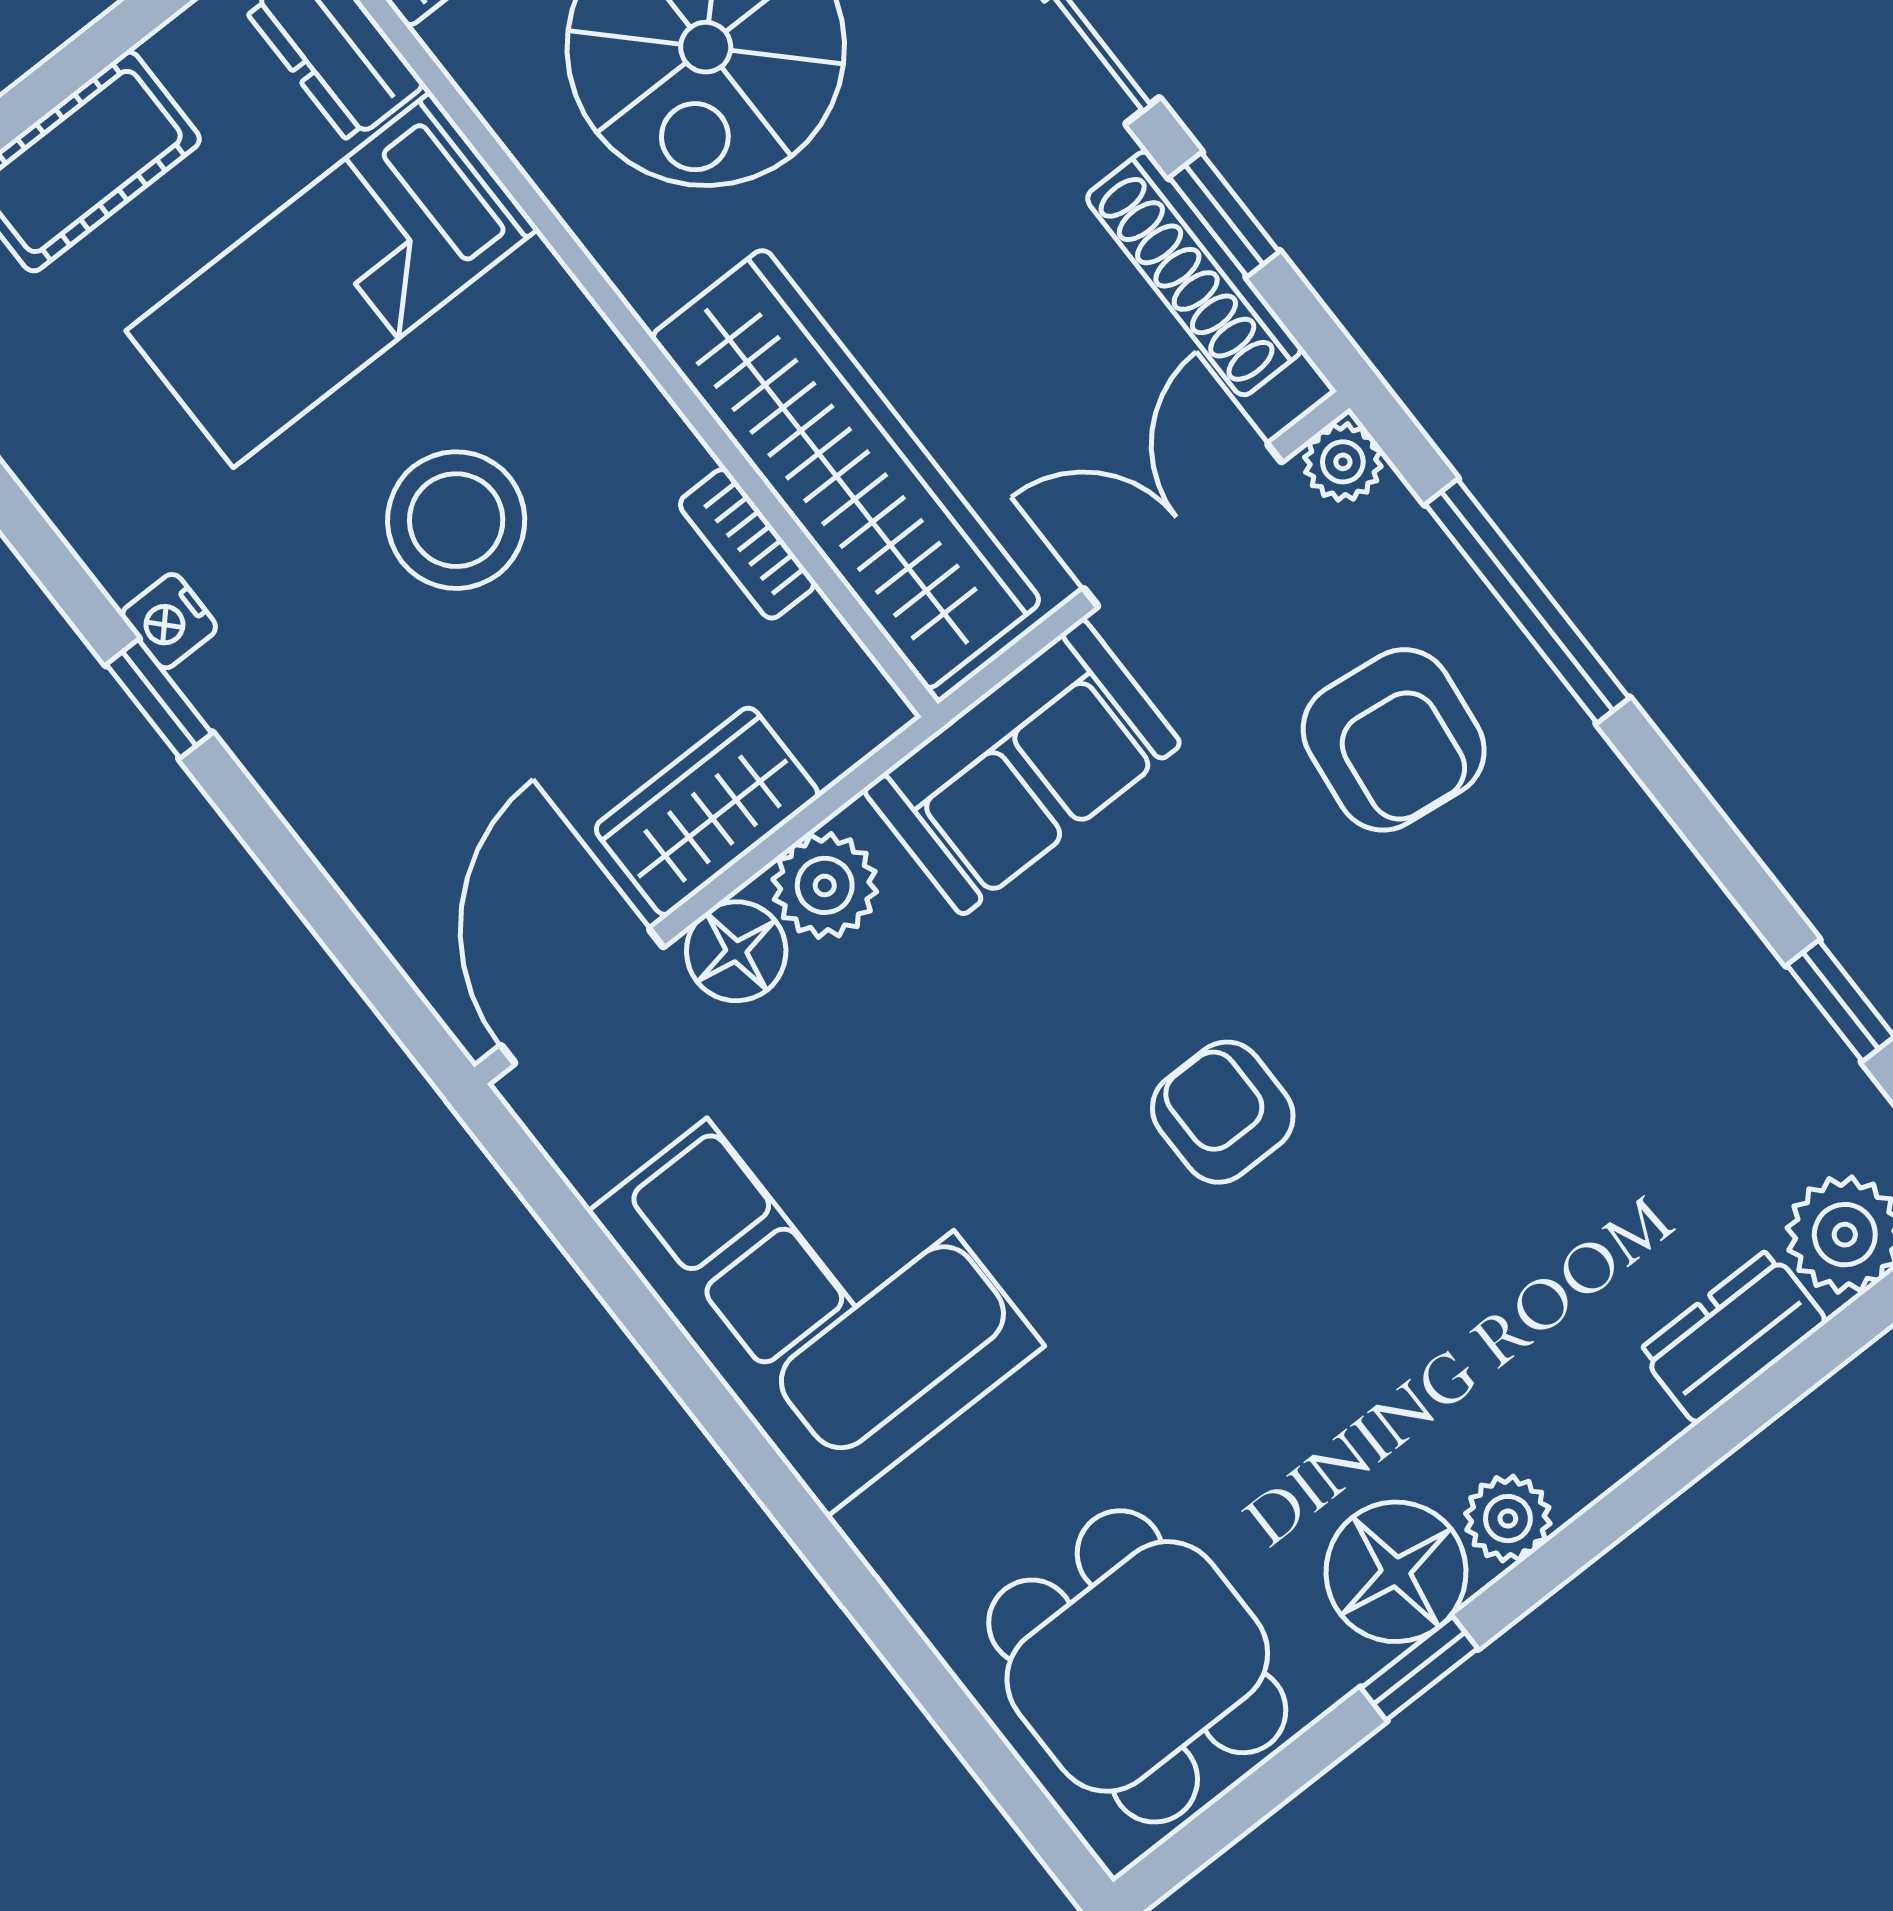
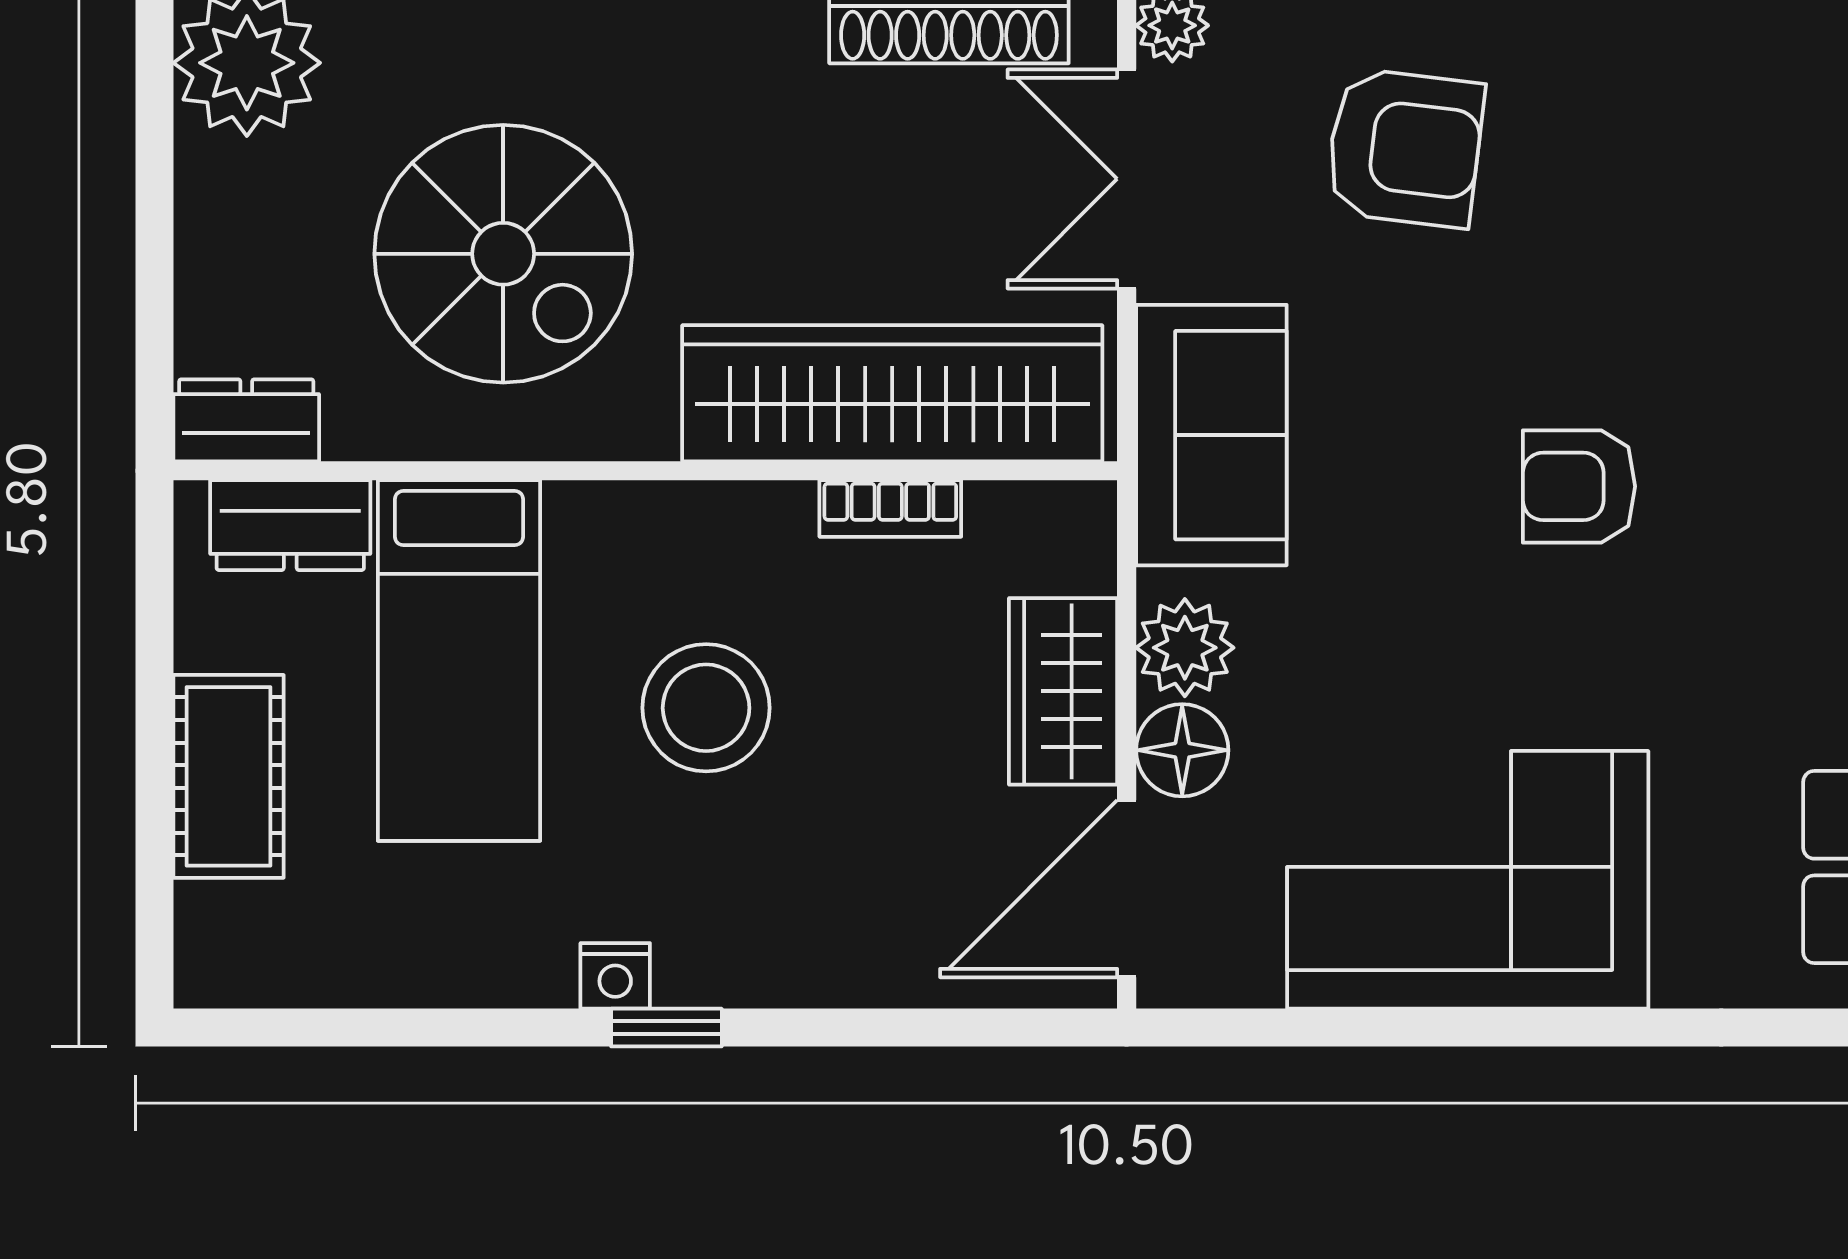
door: (582, 996) -> (1127, 889), hinge flipped

